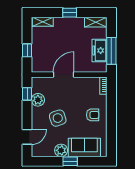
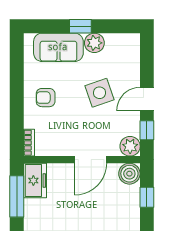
freezer: (100, 51) -> (35, 181), moved
boiler: (38, 66) -> (129, 174), added
plant: (38, 100) -> (130, 146), moved
door: (27, 137) -> (147, 99), moved

